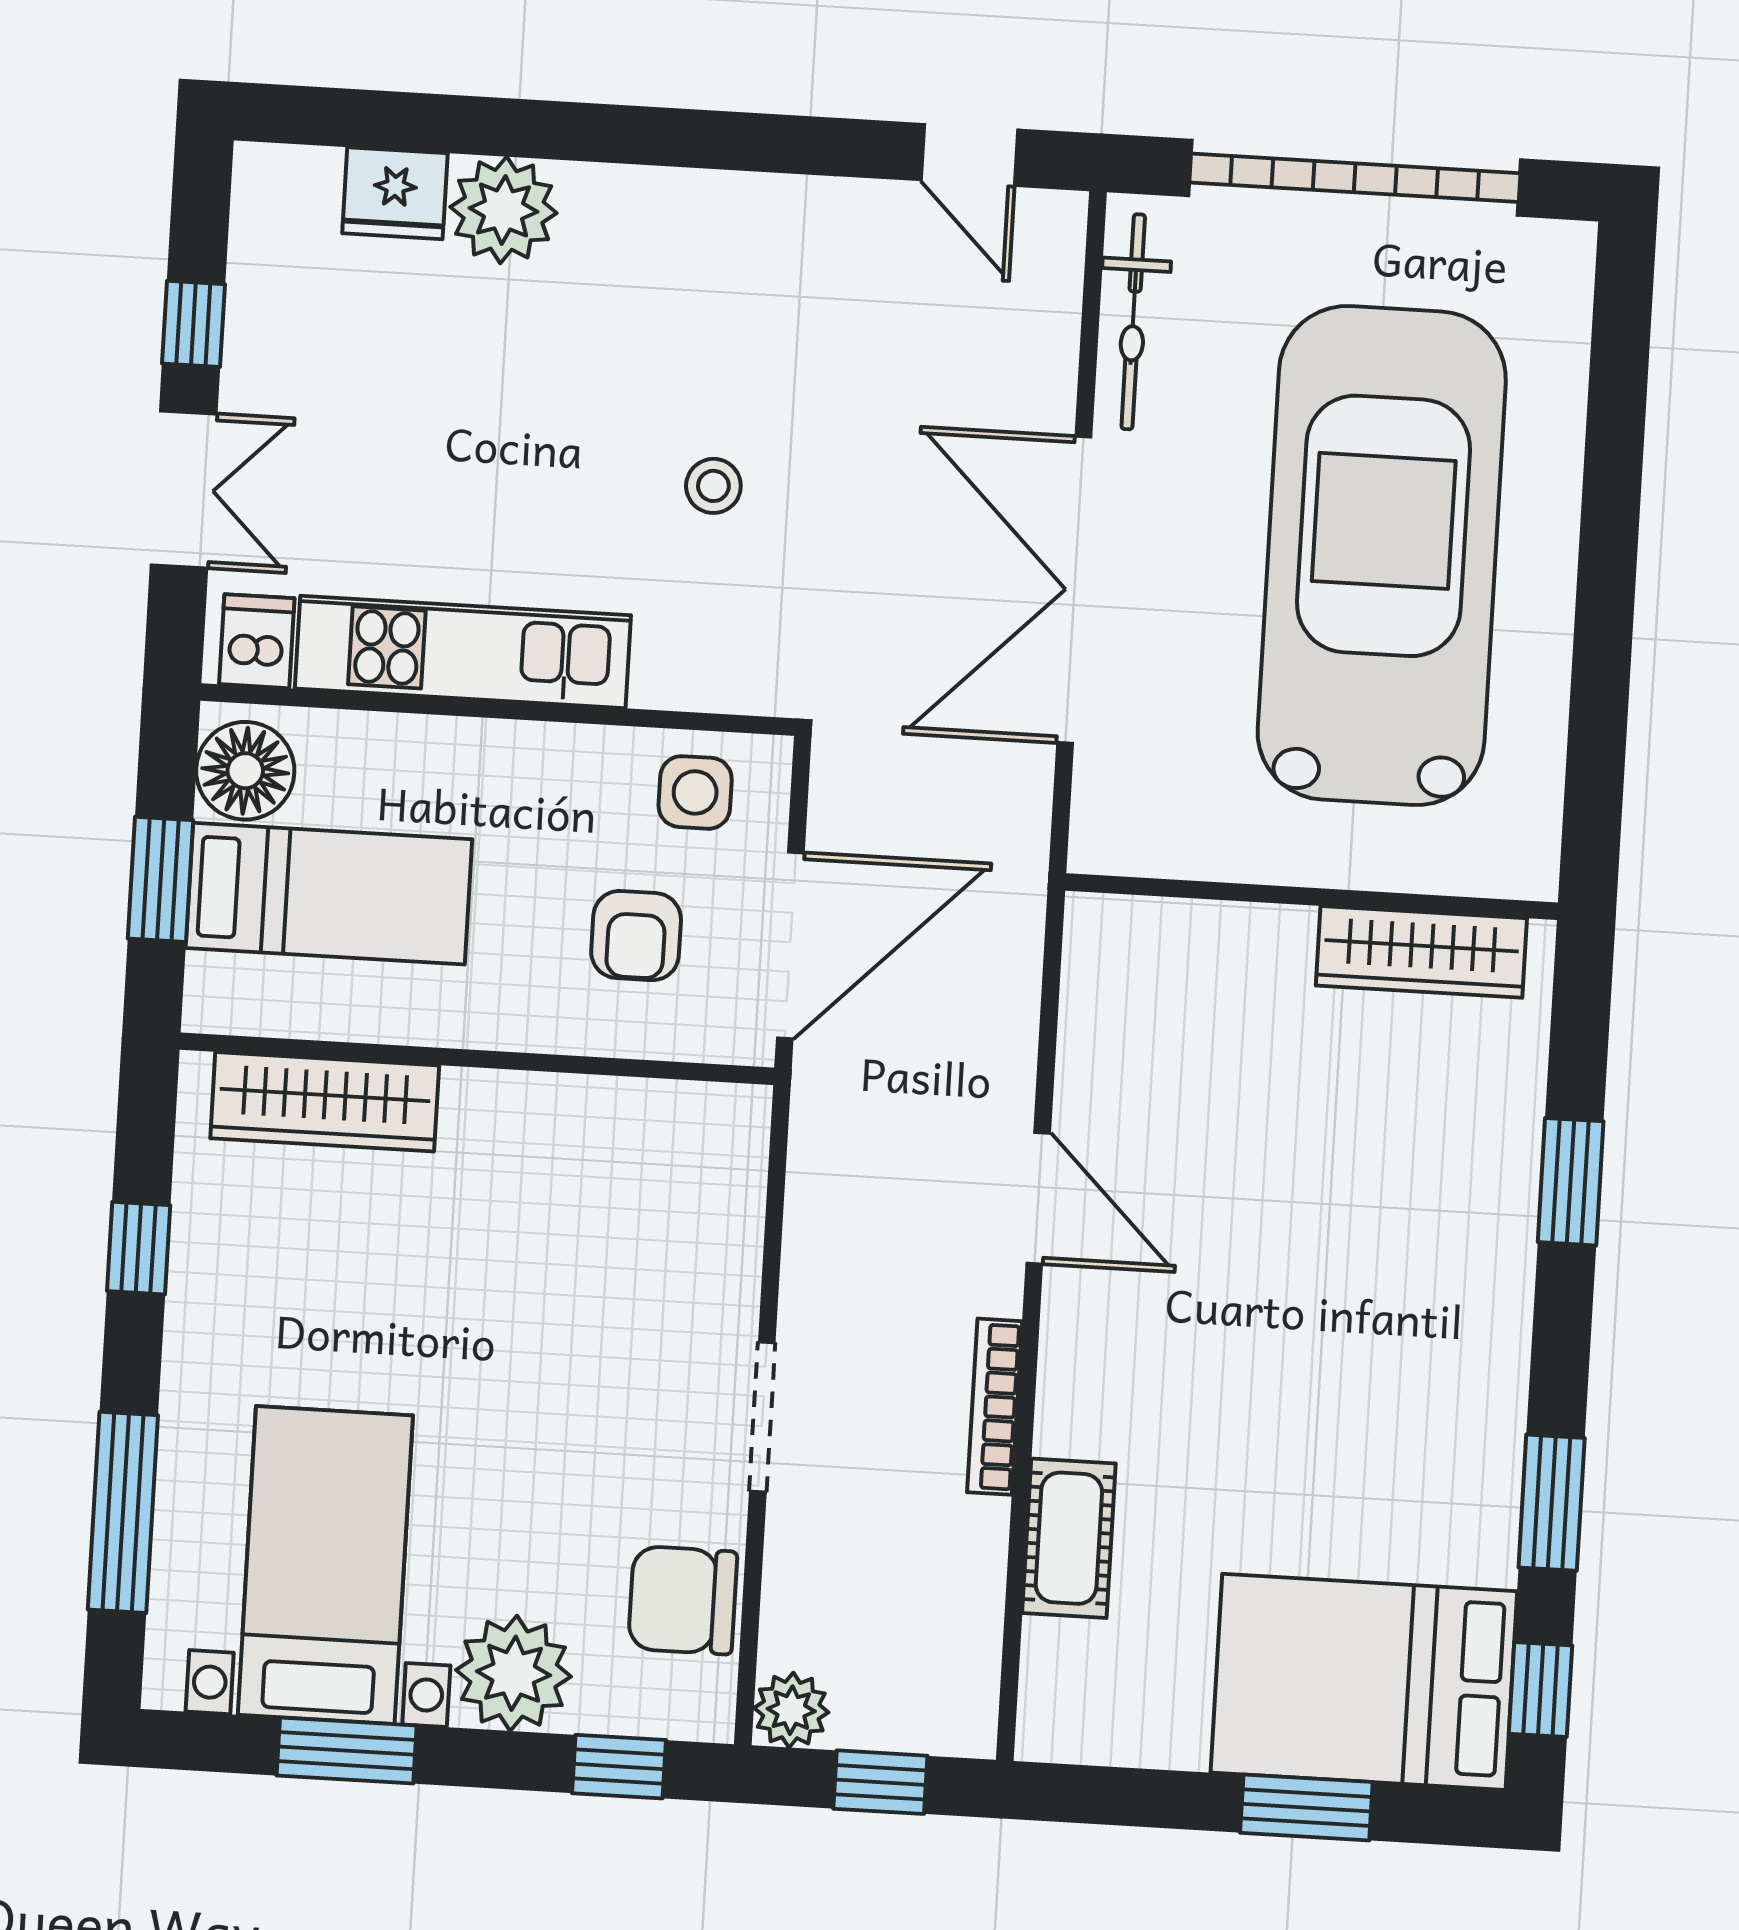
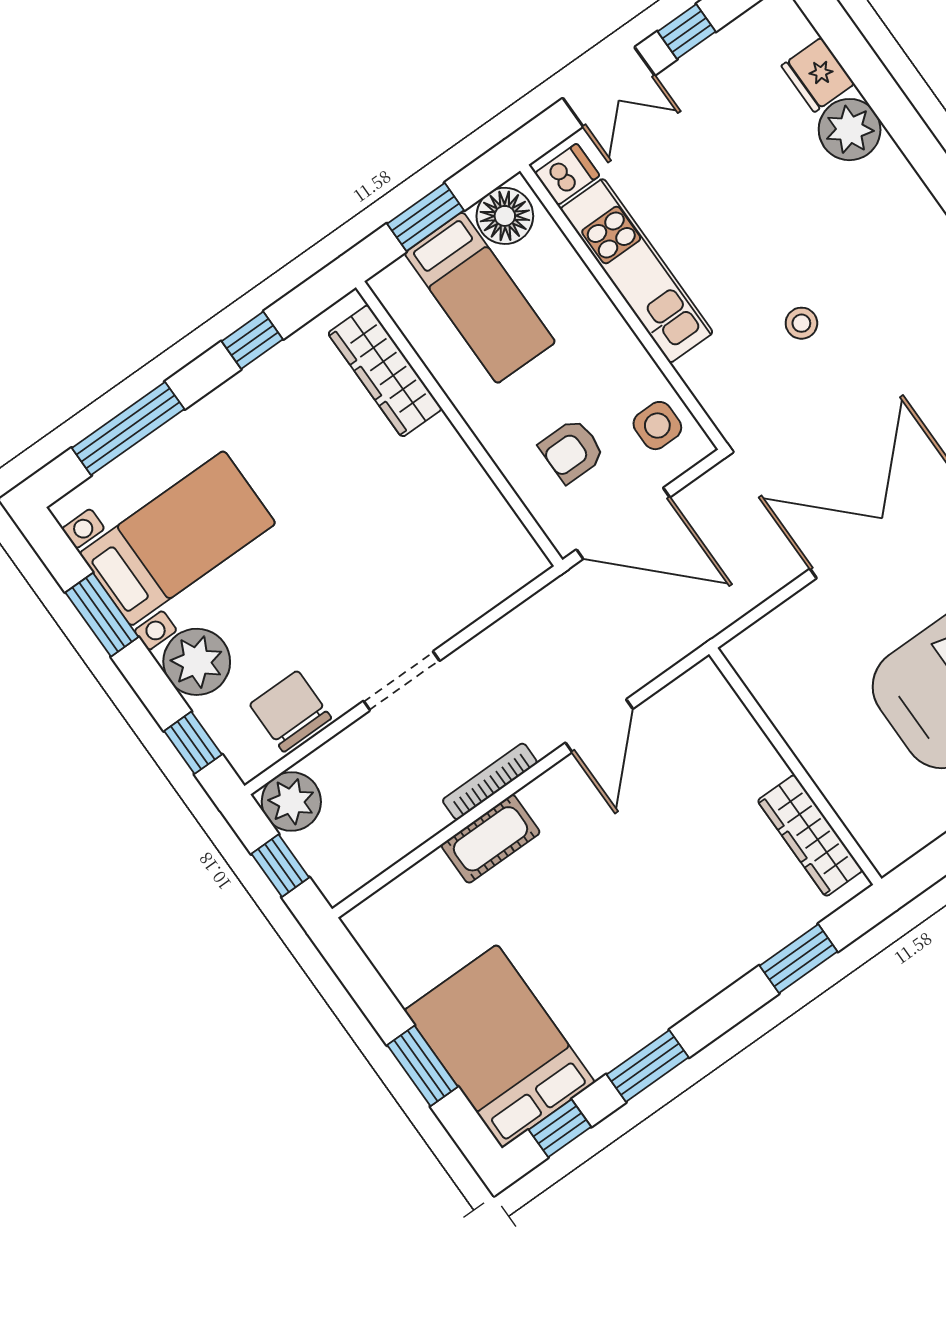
wall: (1312, 897) -> (795, 766), moved
wardrobe: (1421, 952) -> (810, 836), moved
cot: (1069, 1538) -> (491, 839), moved
plant: (791, 1710) -> (291, 801), width x1.36, depth x1.36

